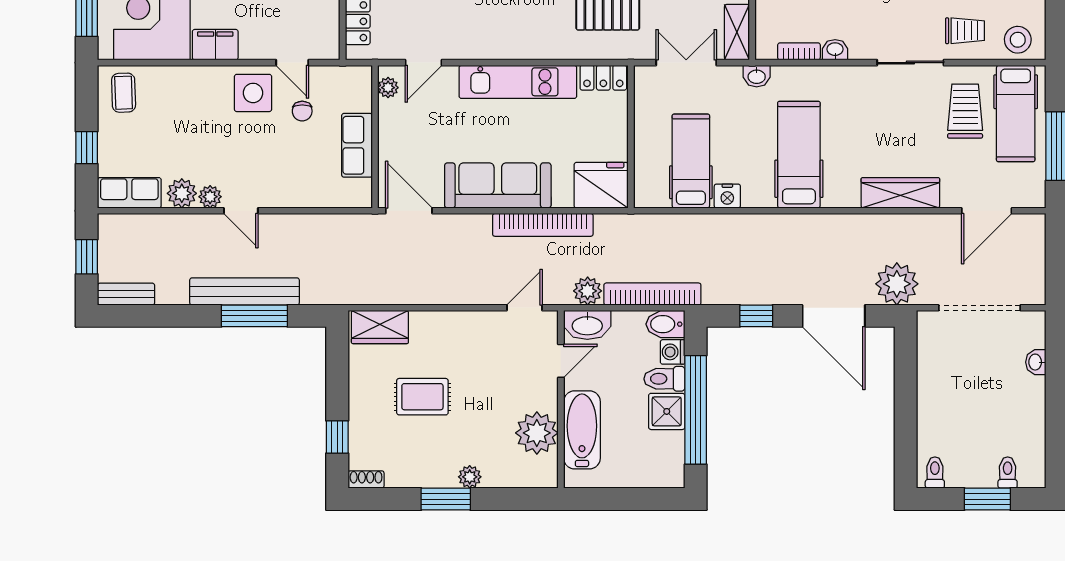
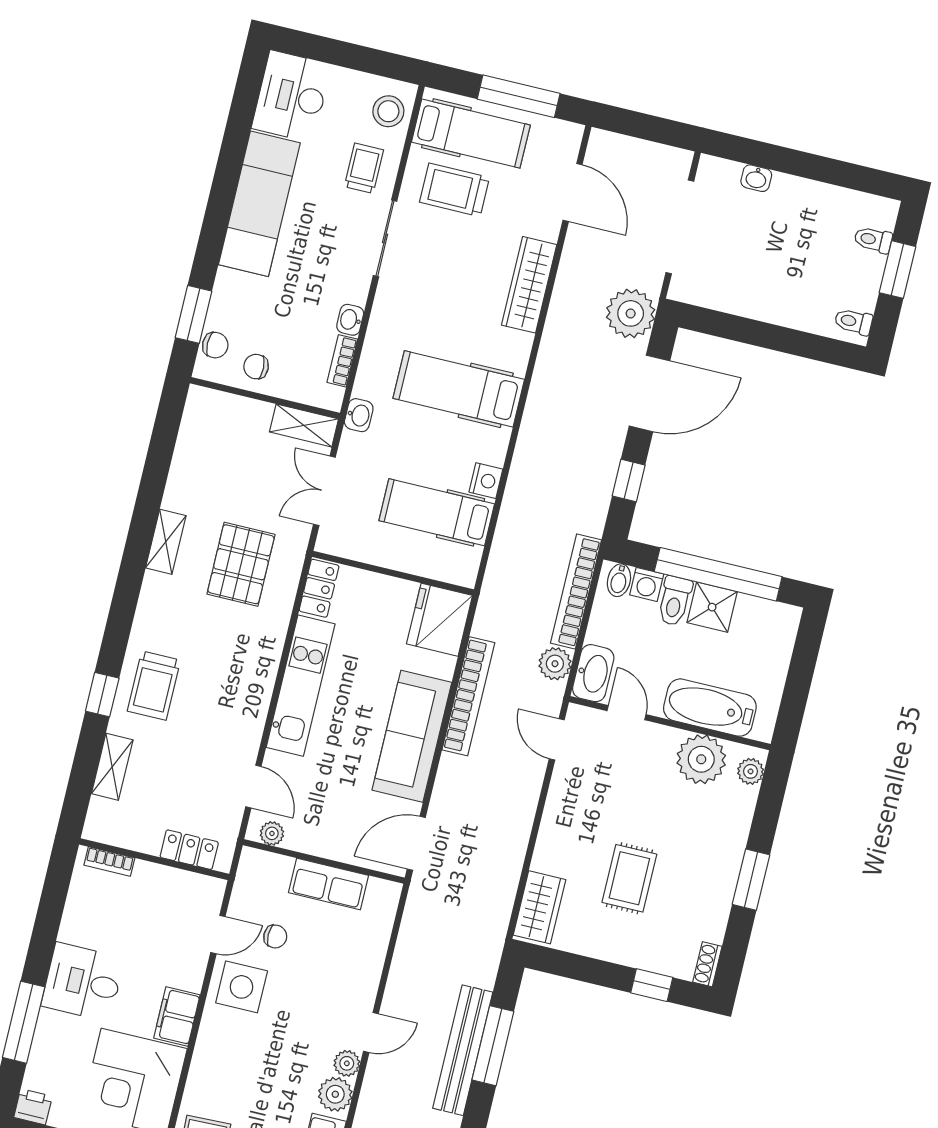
bidet: (665, 324) -> (619, 580), width x0.72, depth x0.74
plant: (470, 477) -> (751, 771), moved

